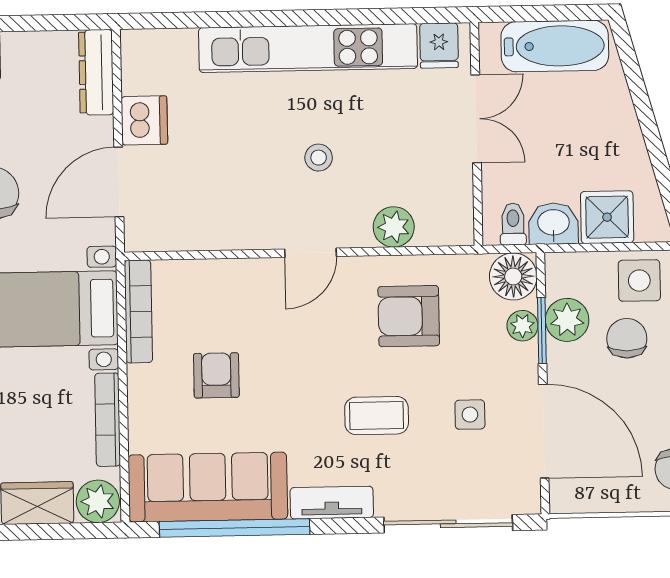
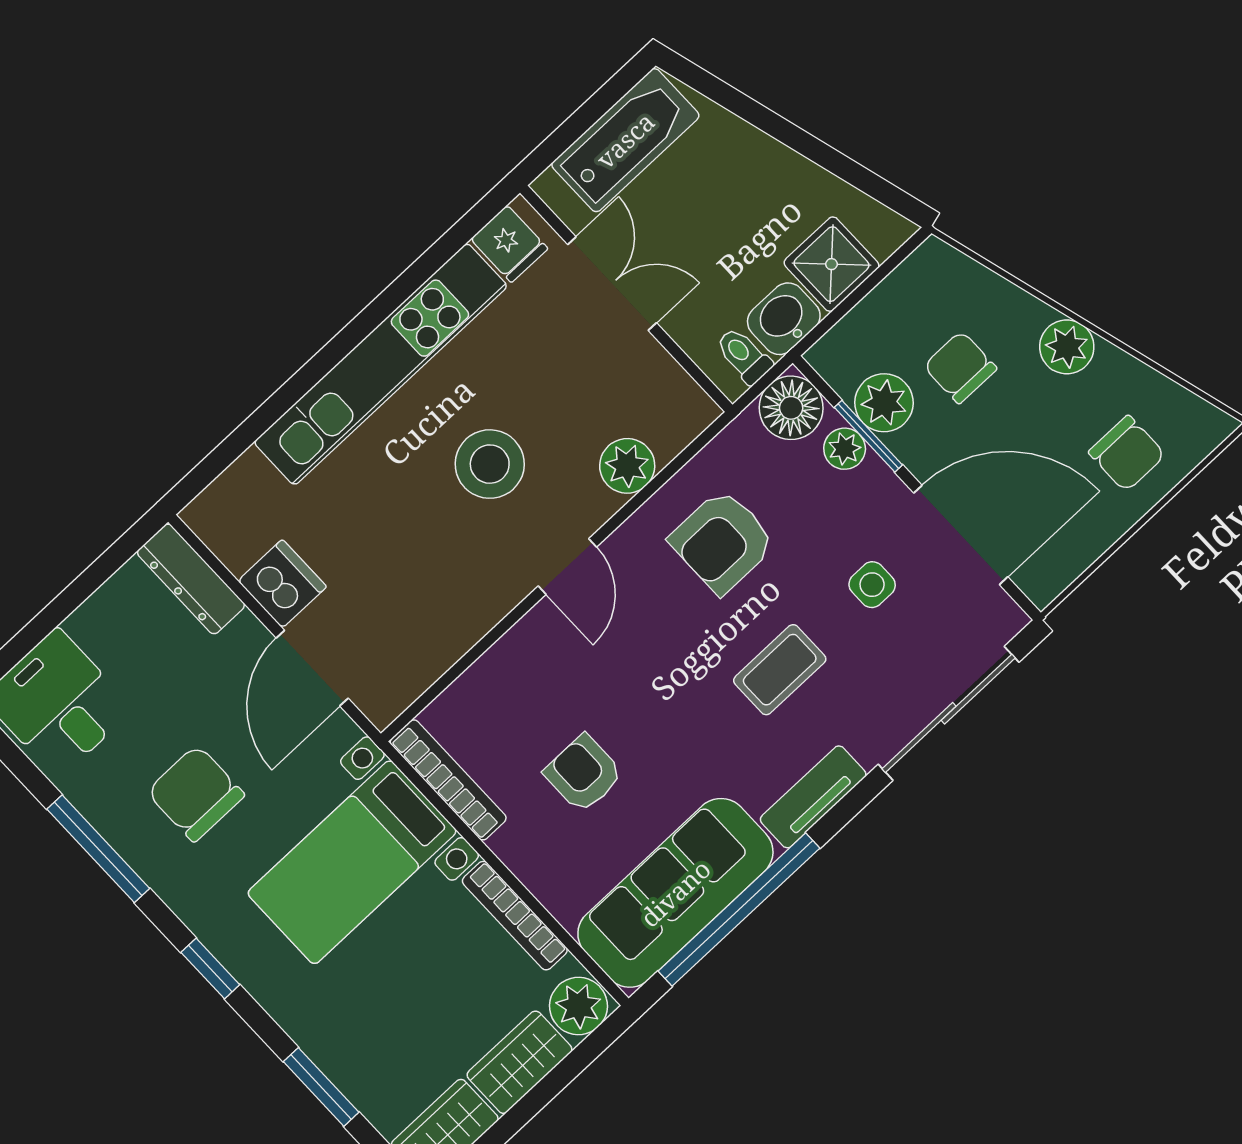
stool: (319, 158) -> (490, 464), width x1.89, depth x1.89
side table: (639, 281) -> (921, 298), removed

